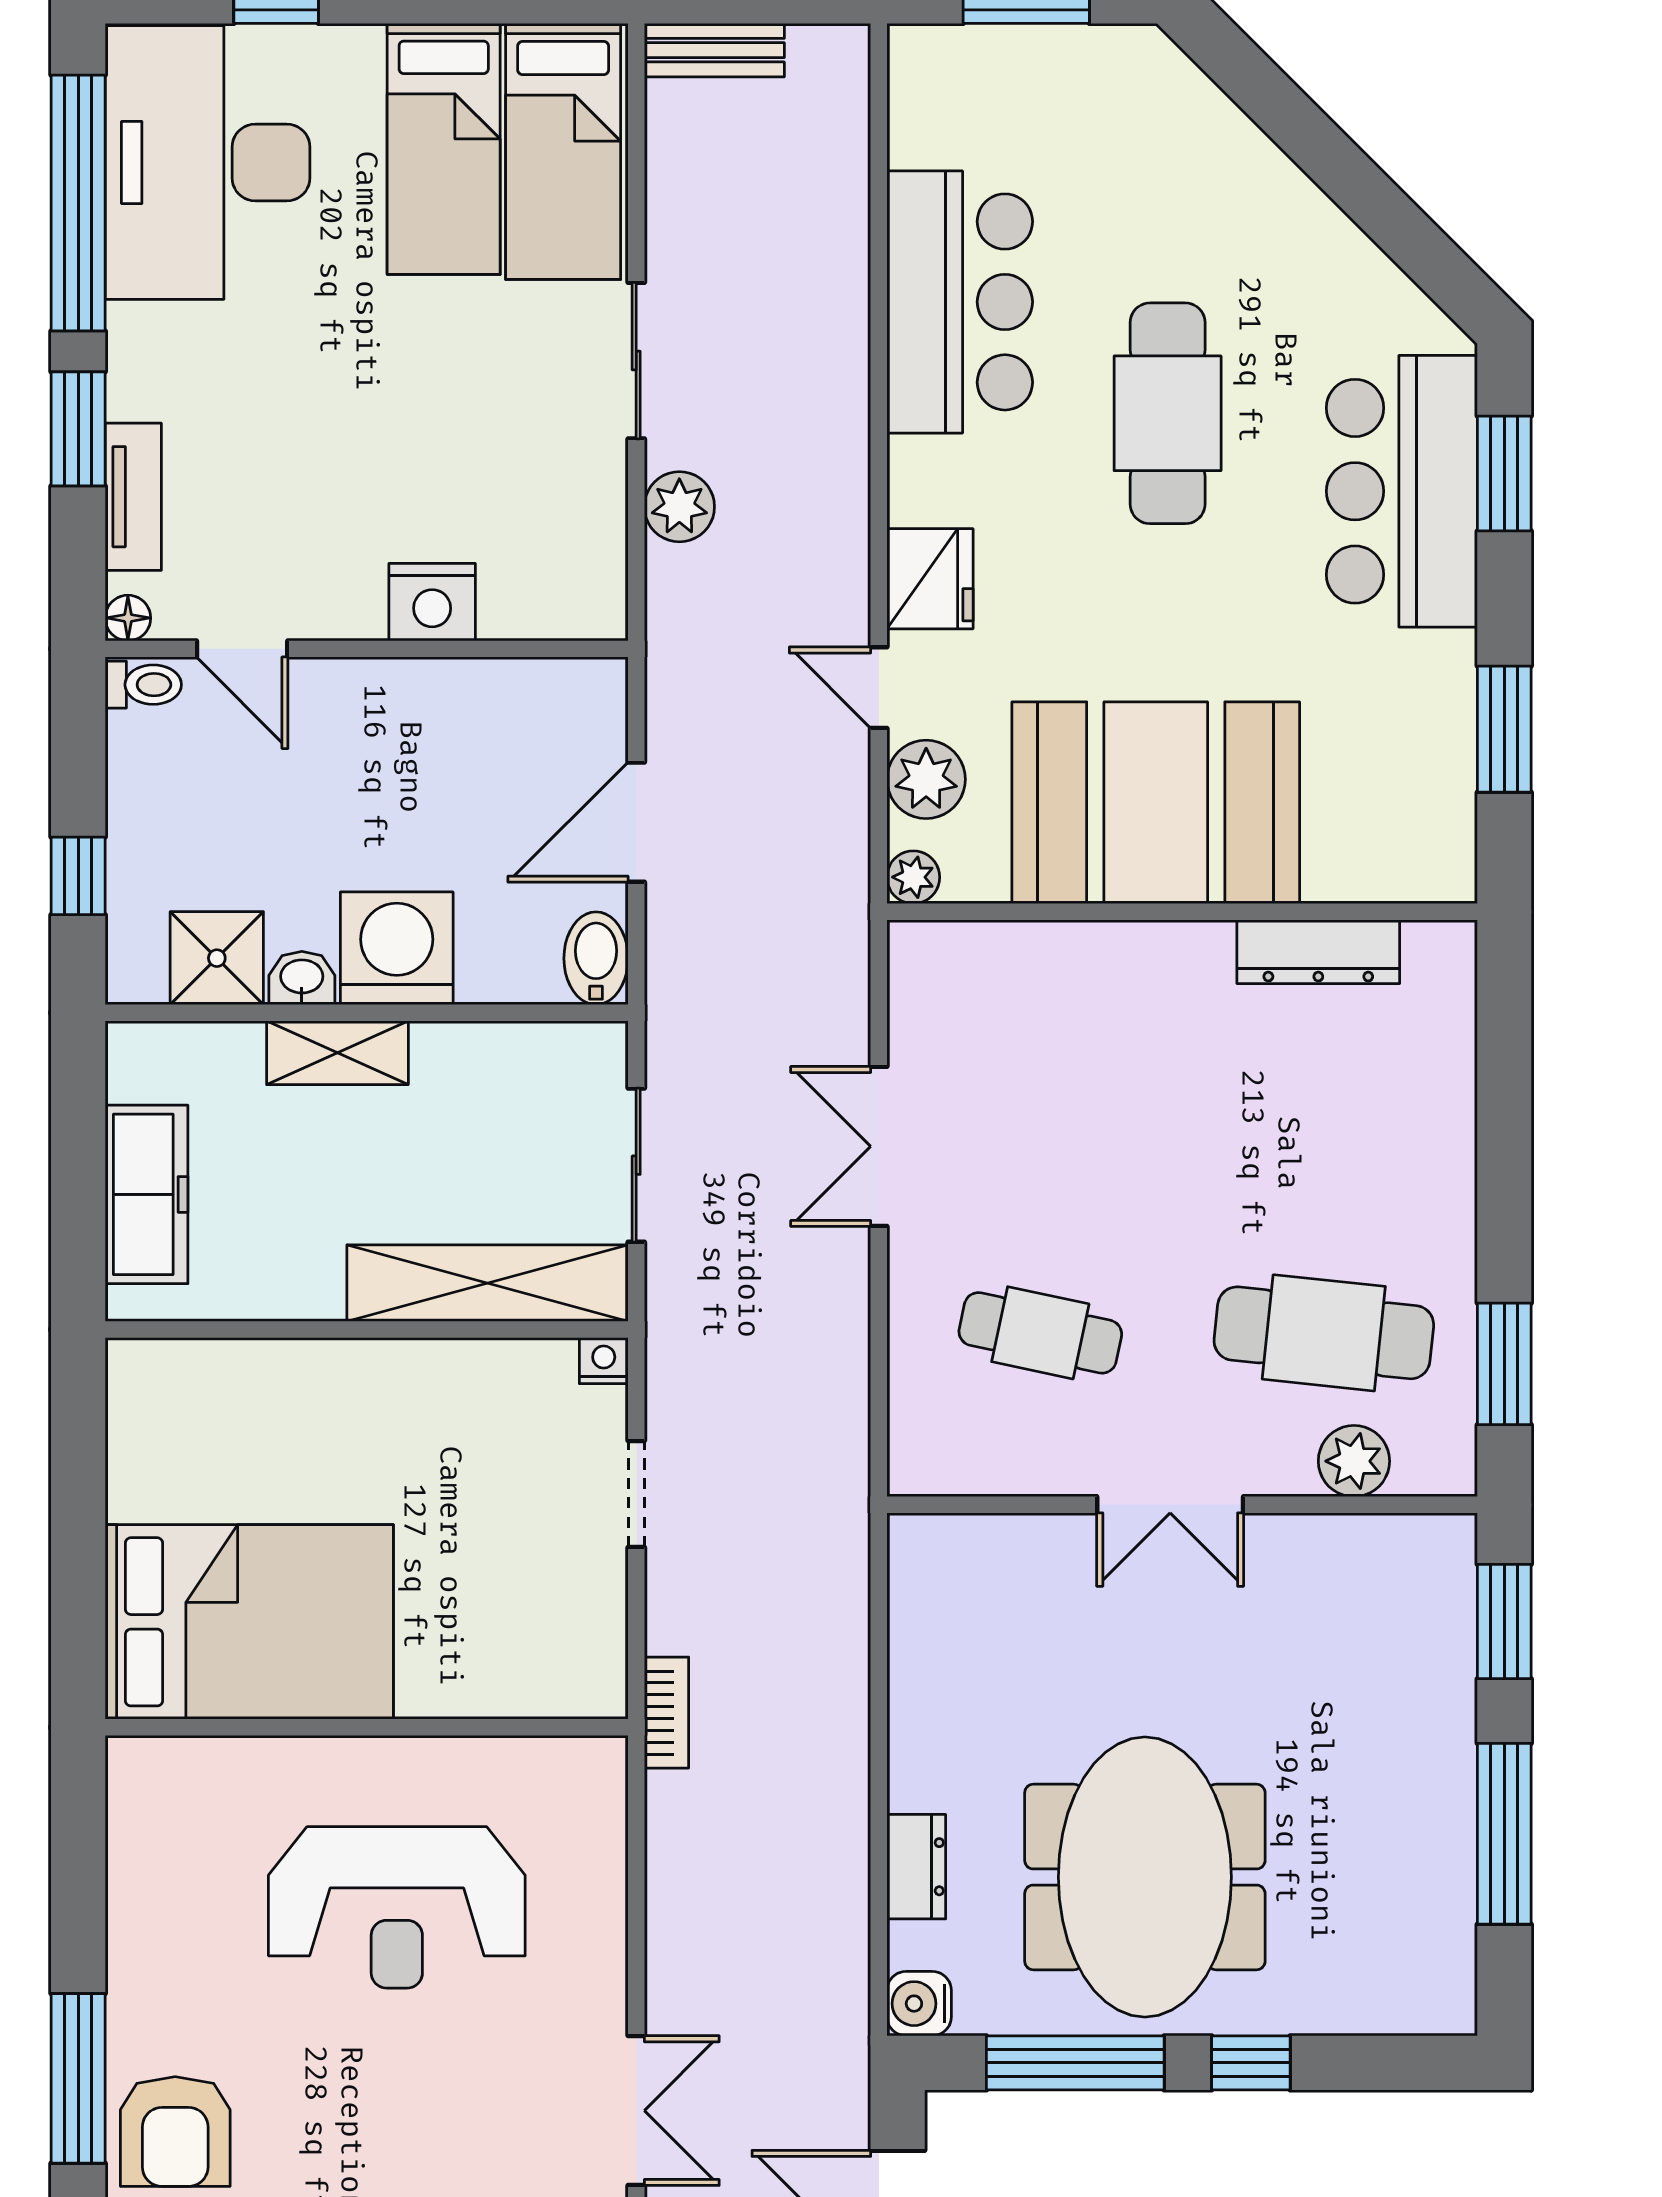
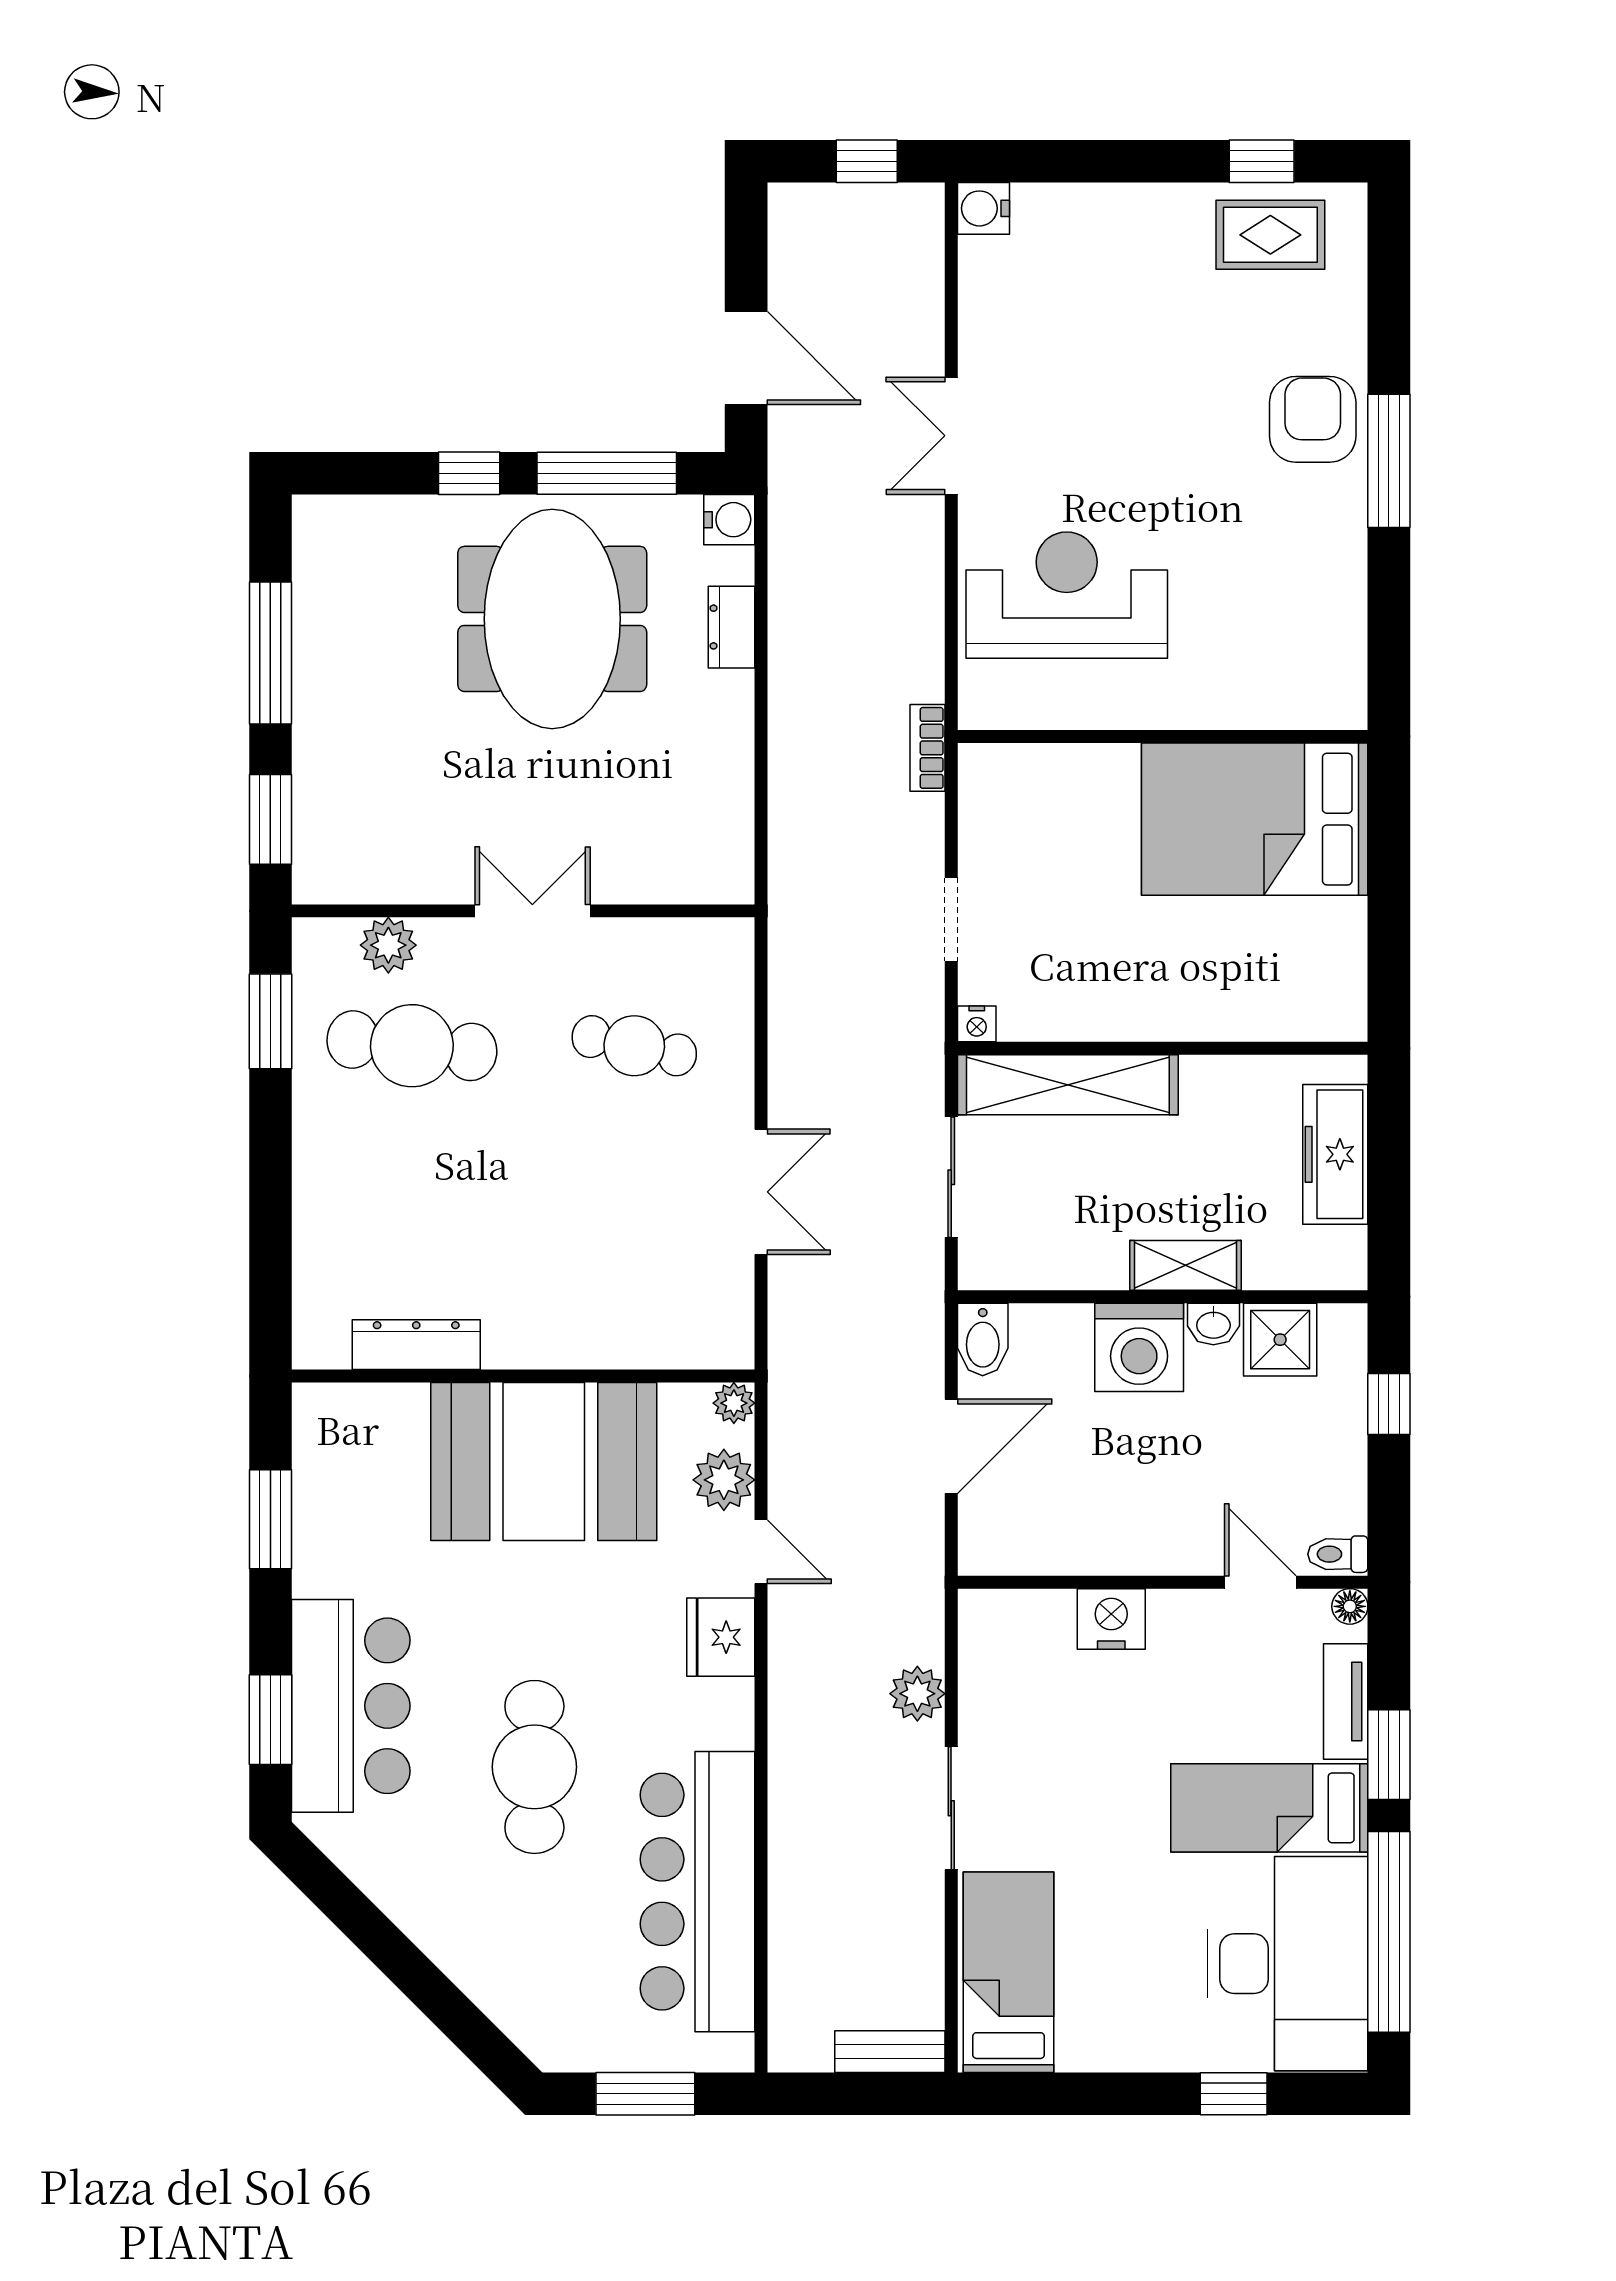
bed: (444, 149) -> (1269, 1808), moved, turned -90
bar counter: (960, 302) -> (697, 1892), width x1.36
reception desk: (397, 1907) -> (1067, 595), moved

